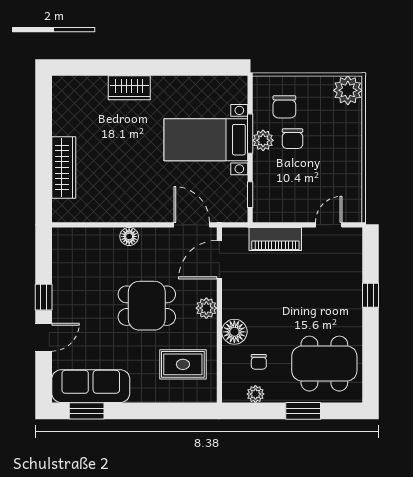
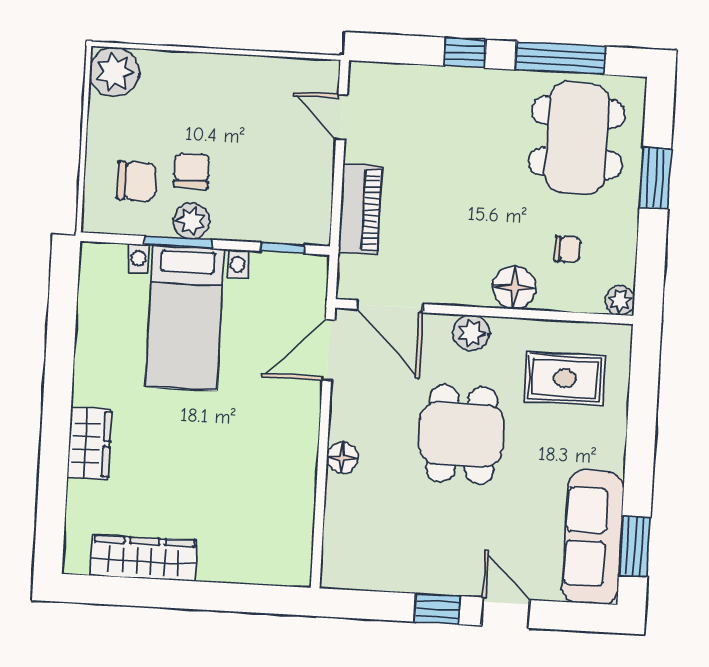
chair: (292, 139) -> (191, 171), turned -90
wardrobe: (64, 168) -> (144, 558), moved
window: (371, 351) -> (560, 58), added
rug: (183, 364) -> (565, 378), turned 90
plant: (255, 394) -> (620, 300), moved

